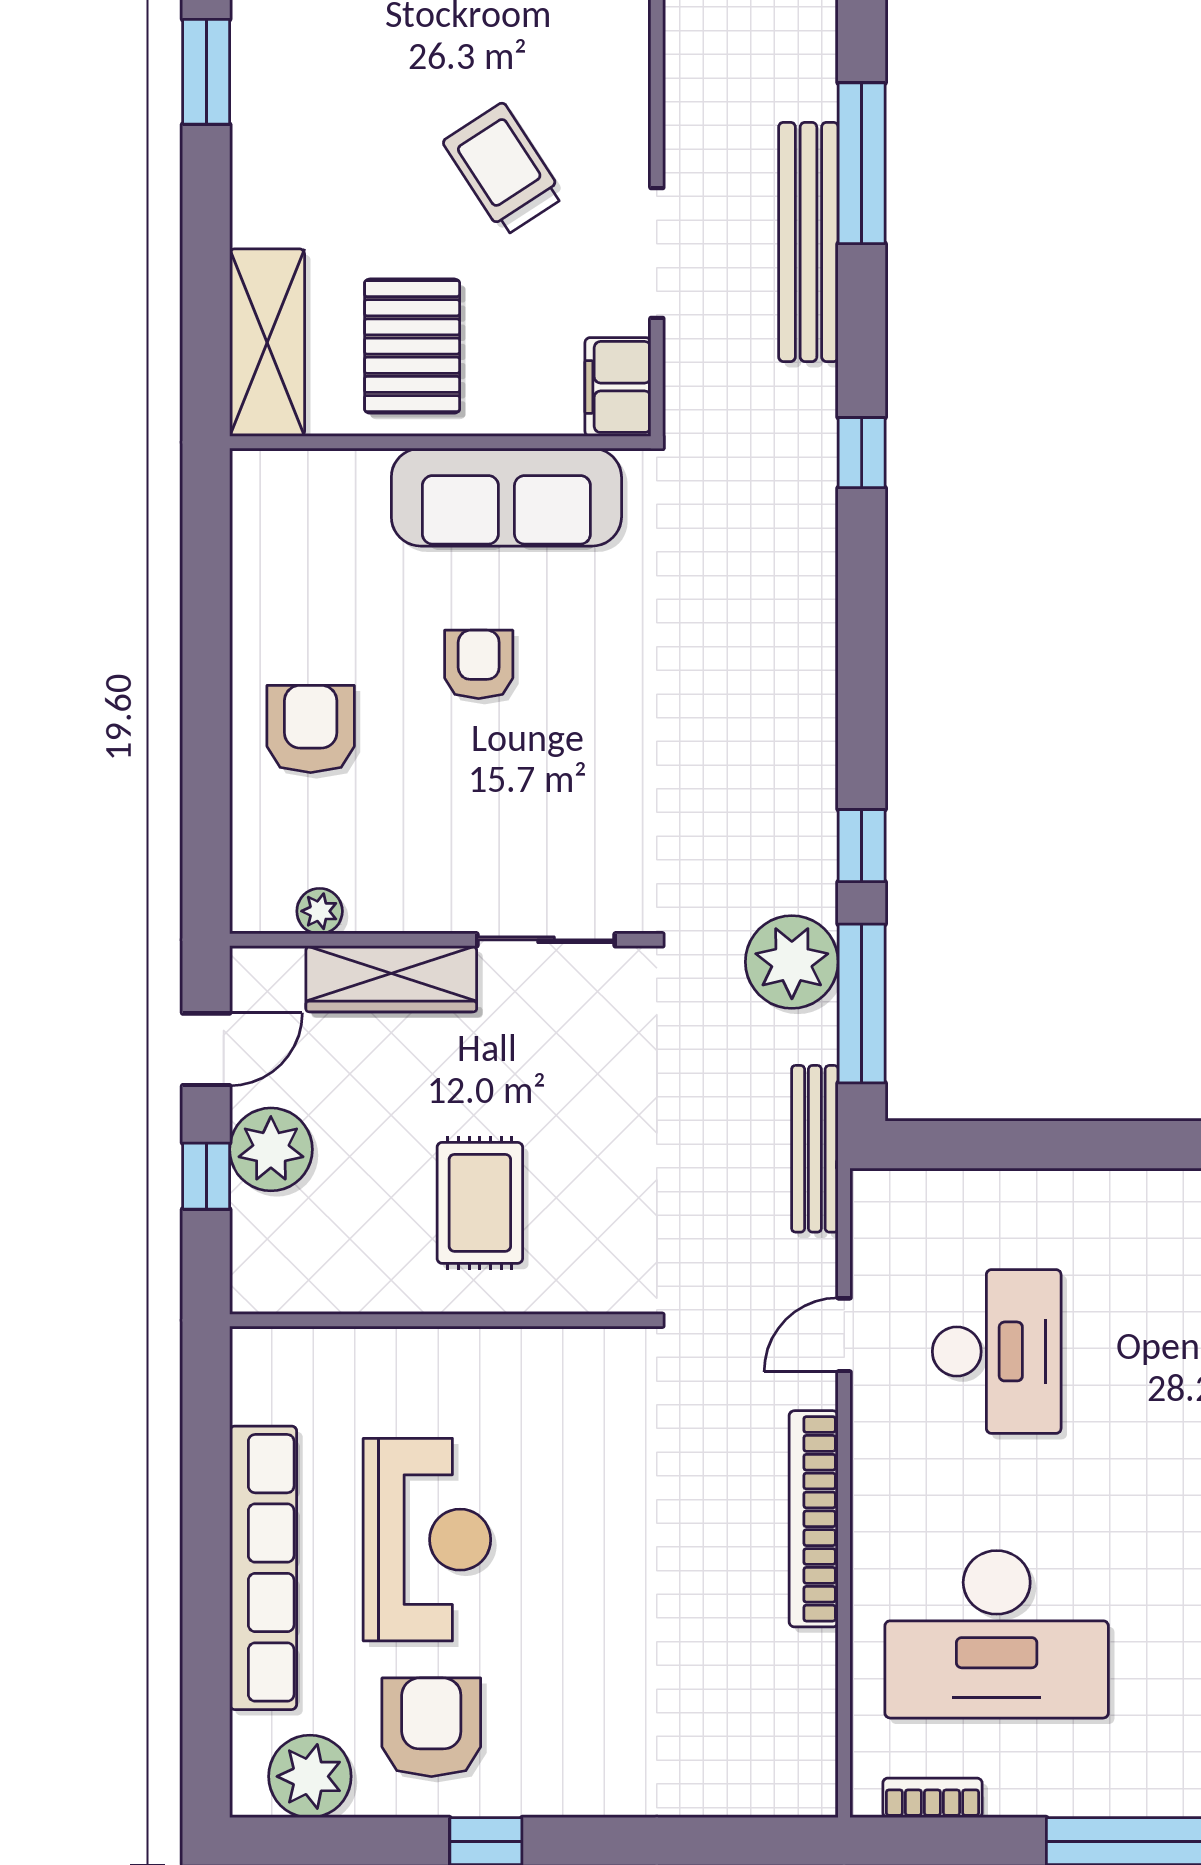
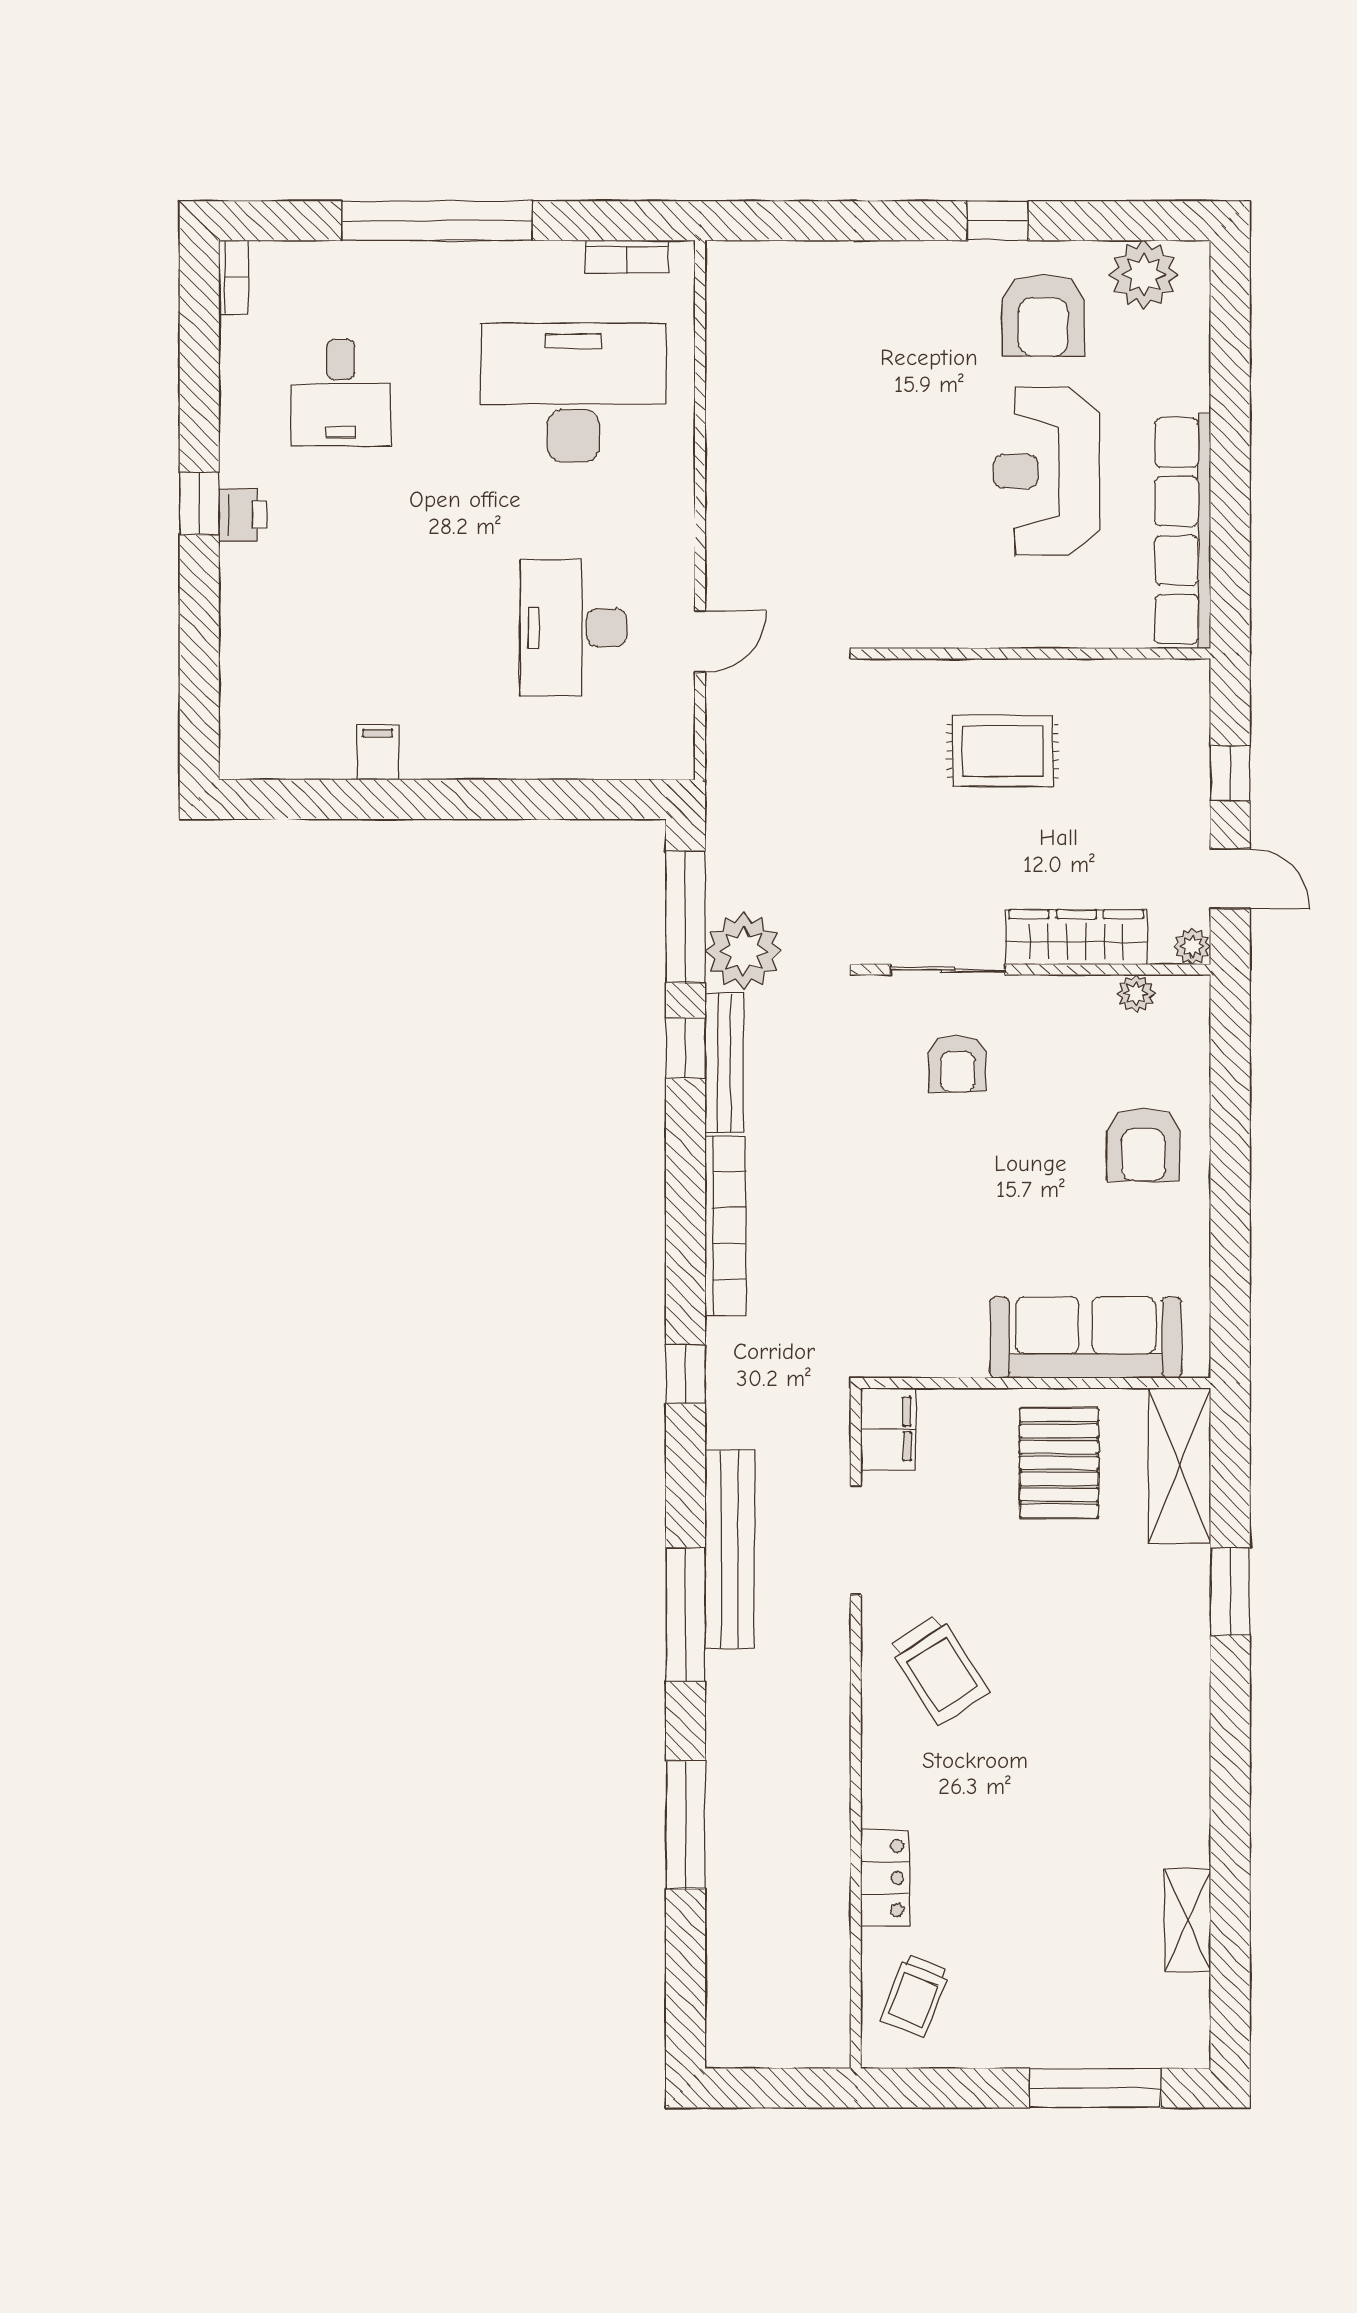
window: (206, 72) -> (1230, 1591), moved
trolley: (504, 169) -> (939, 1669), moved
sofa: (506, 497) -> (1086, 1337), moved
armchair: (479, 664) -> (957, 1064), moved
door: (206, 1049) -> (1230, 879), swing flipped
plant: (271, 1149) -> (1192, 946), moved, width x0.53, depth x0.53
bench: (815, 1149) -> (724, 1063), moved
rug: (480, 1203) -> (1003, 751), turned 90
bookcase: (814, 1519) -> (725, 1226), moved
row of seats: (263, 1568) -> (1183, 531), moved

